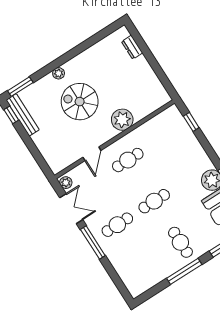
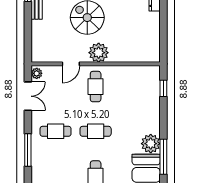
plant: (122, 120) -> (99, 53), moved
cafe table: (128, 160) -> (96, 87), turned 90
window: (93, 242) -> (28, 150), moved

